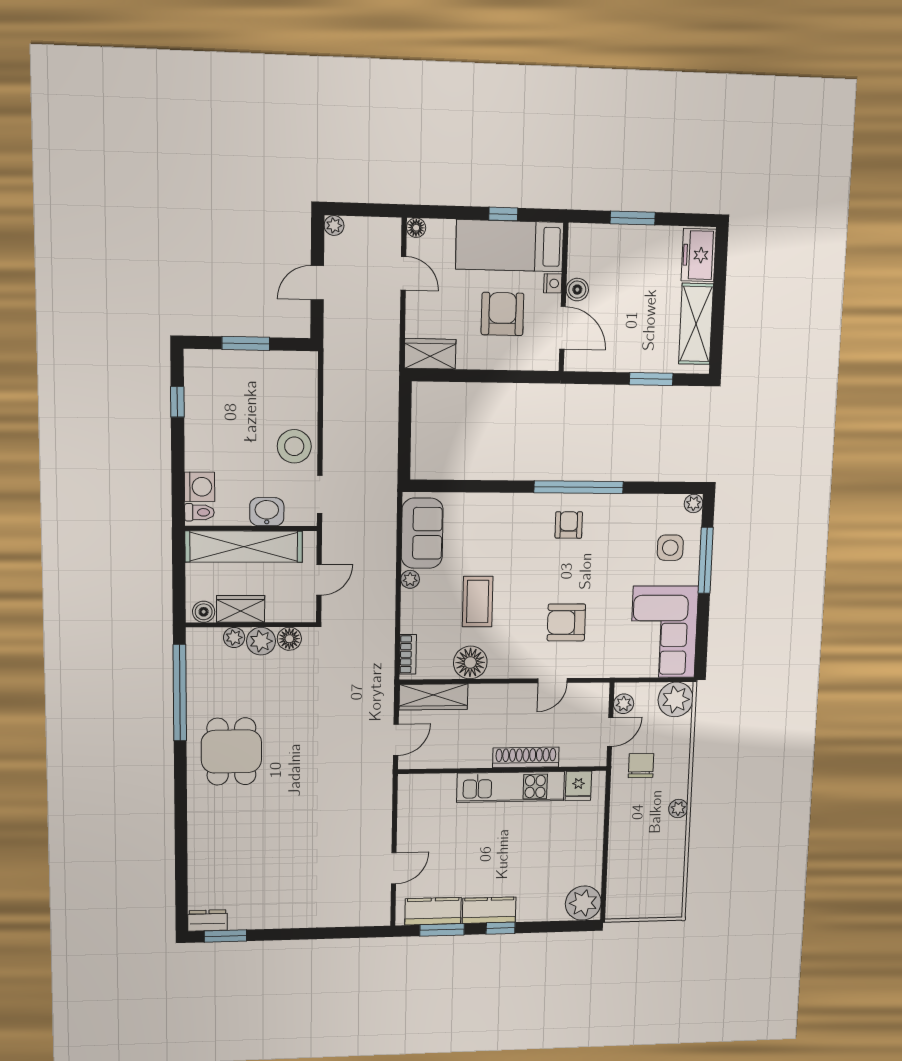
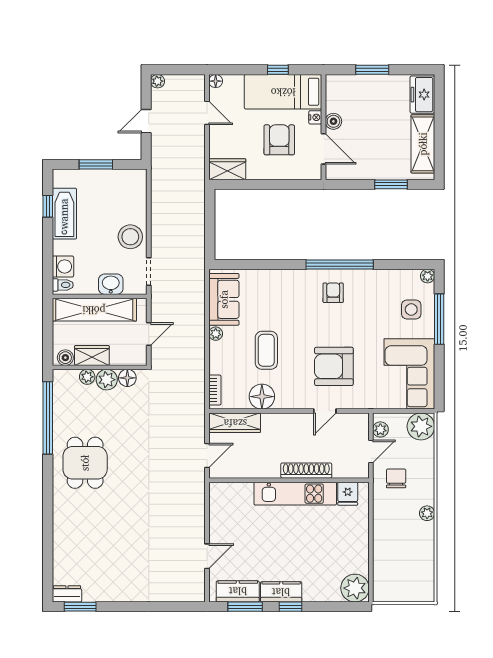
bathtub: (201, 413) -> (64, 214), added
armchair: (566, 622) -> (334, 366), width x1.36, depth x1.36

